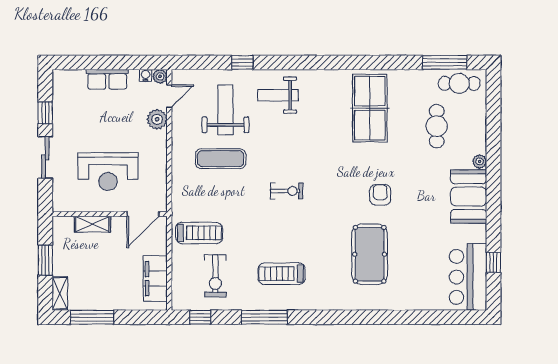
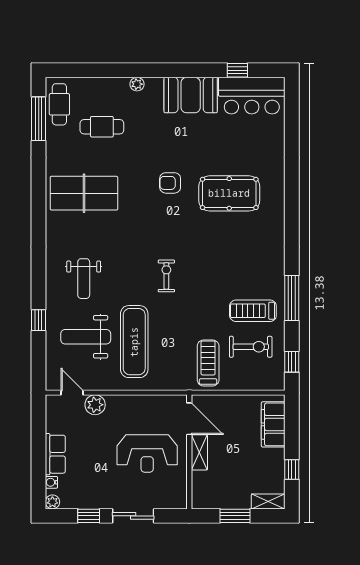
water cooler: (145, 75) -> (51, 482), moved
plant: (160, 76) -> (52, 502), moved
weight bench: (278, 95) -> (84, 279), moved
exercise mat: (221, 159) -> (134, 342), width x1.36, depth x1.45
reception desk: (108, 172) -> (147, 453), turned 90
booth: (469, 197) -> (191, 95), moved
shelving: (92, 224) -> (199, 452), moved
treadmill: (282, 274) -> (253, 311), moved, turned 90
filing cabinet: (155, 279) -> (273, 424), moved, turned 90
window: (92, 317) -> (292, 469), width x0.46

